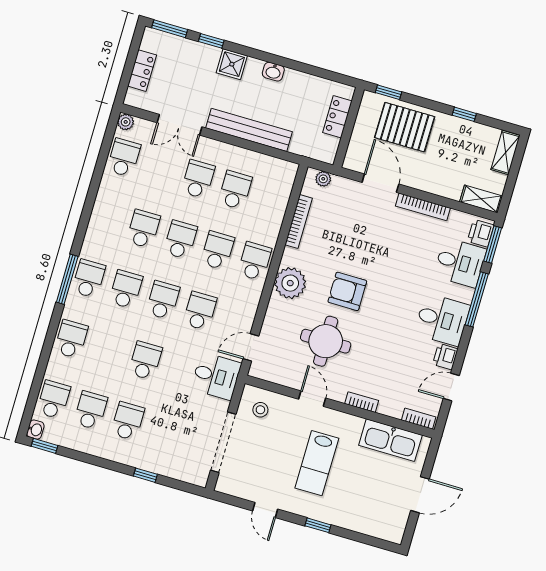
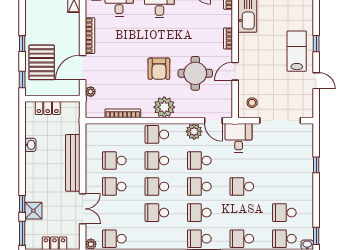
shower: (232, 64) -> (33, 211), moved
washbasin: (273, 72) -> (30, 145), moved
window: (464, 114) -> (22, 44), moved
plant: (323, 179) -> (91, 92), moved
plant: (243, 315) -> (194, 131), added
school desk: (128, 421) -> (284, 187), removed
lab bench: (317, 463) -> (297, 51), moved, turned -90
door: (265, 510) -> (316, 81), hinge flipped

